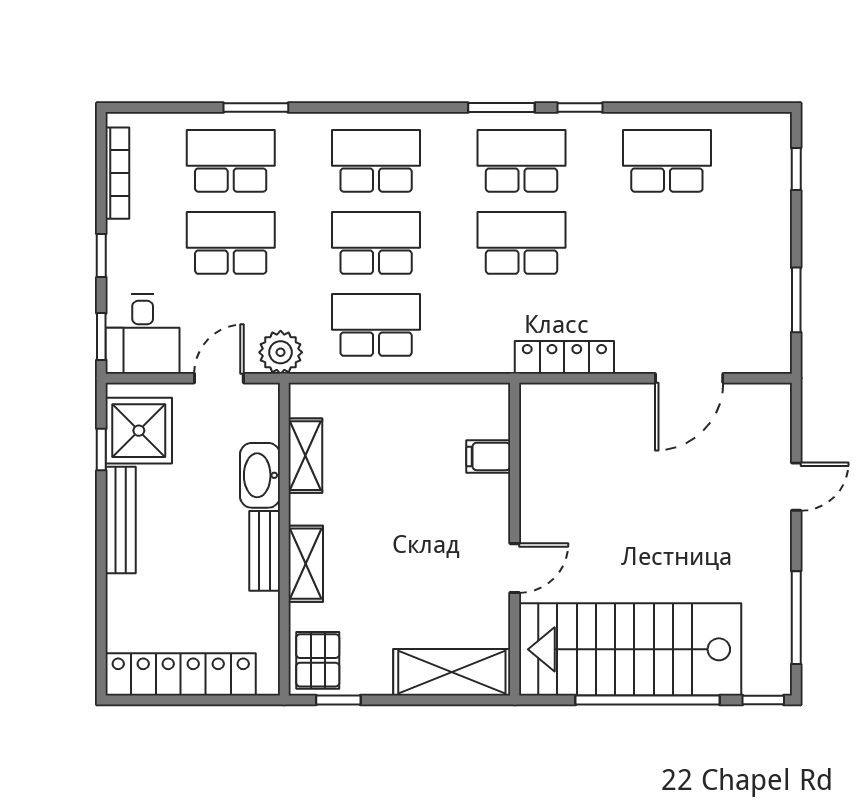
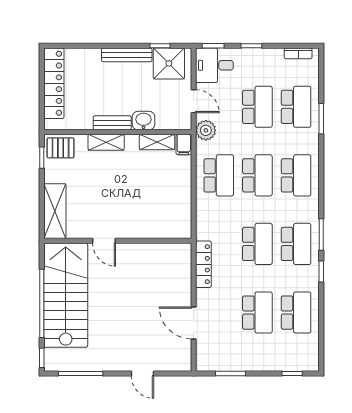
bookcase: (117, 173) -> (298, 53), width x0.64
school desk: (667, 243) -> (257, 313), added
filing cabinet: (488, 456) -> (184, 144), moved, turned 180
washbasin: (260, 475) -> (144, 121), width x0.72

